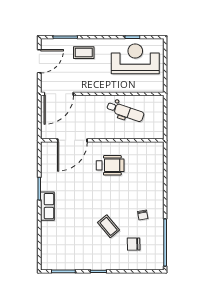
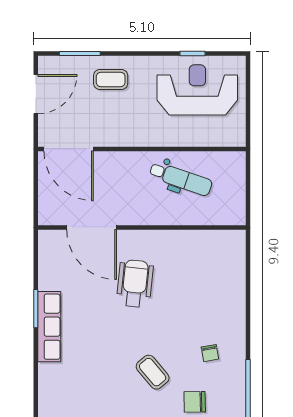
door: (59, 94) -> (69, 149), hinge flipped
door: (72, 140) -> (92, 227), hinge flipped
wheelchair: (110, 165) -> (135, 283), moved, turned -84
row of seats: (47, 206) -> (49, 327), width x1.48

